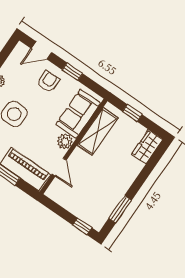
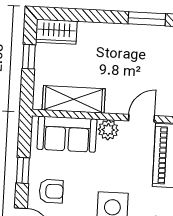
armchair: (48, 81) -> (51, 191), turned 180
window: (132, 113) -> (29, 57), moved

